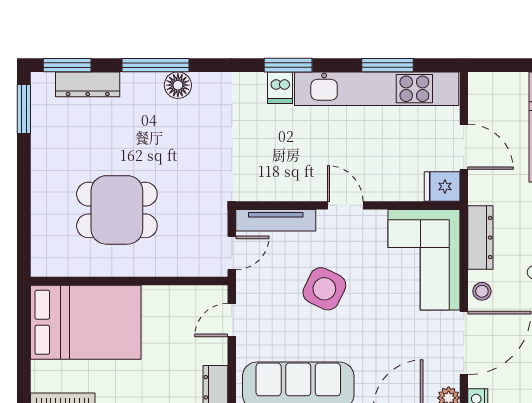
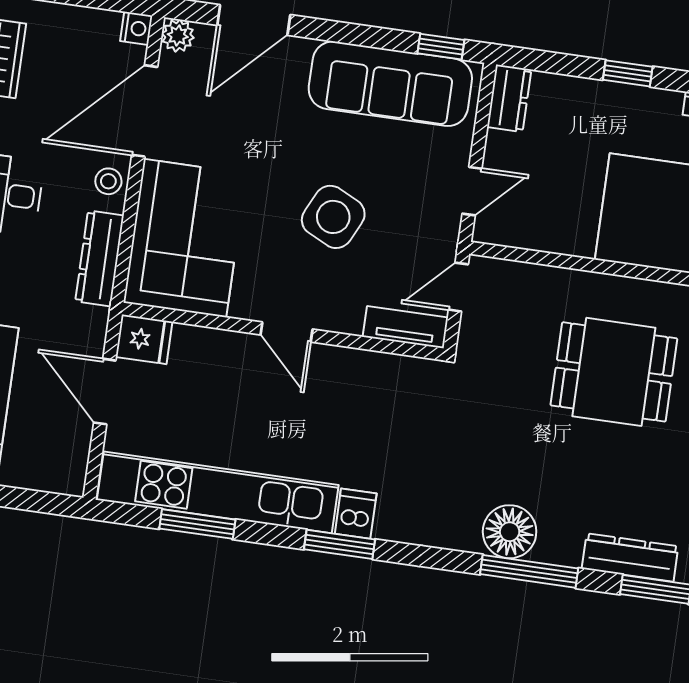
floor lamp: (178, 85) -> (510, 532), width x1.38, depth x1.38
tv unit: (276, 220) -> (405, 327), width x0.71

